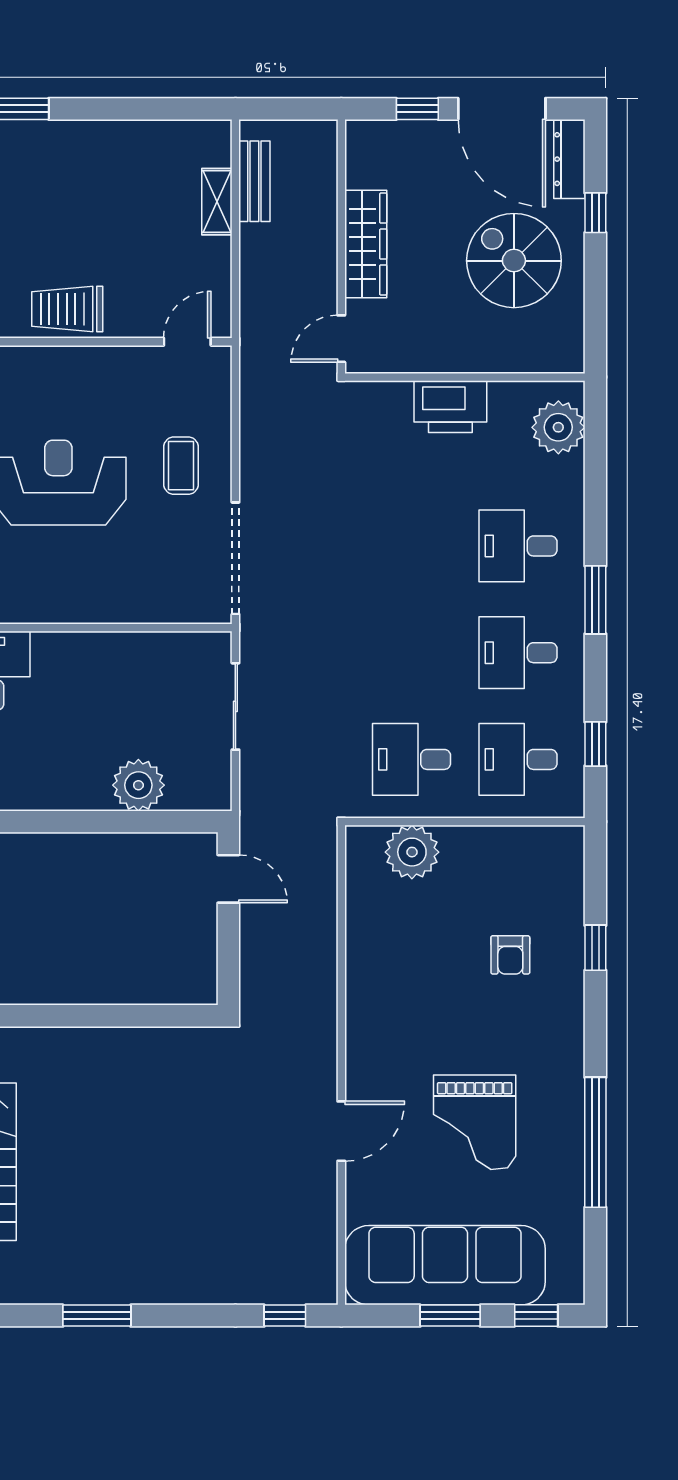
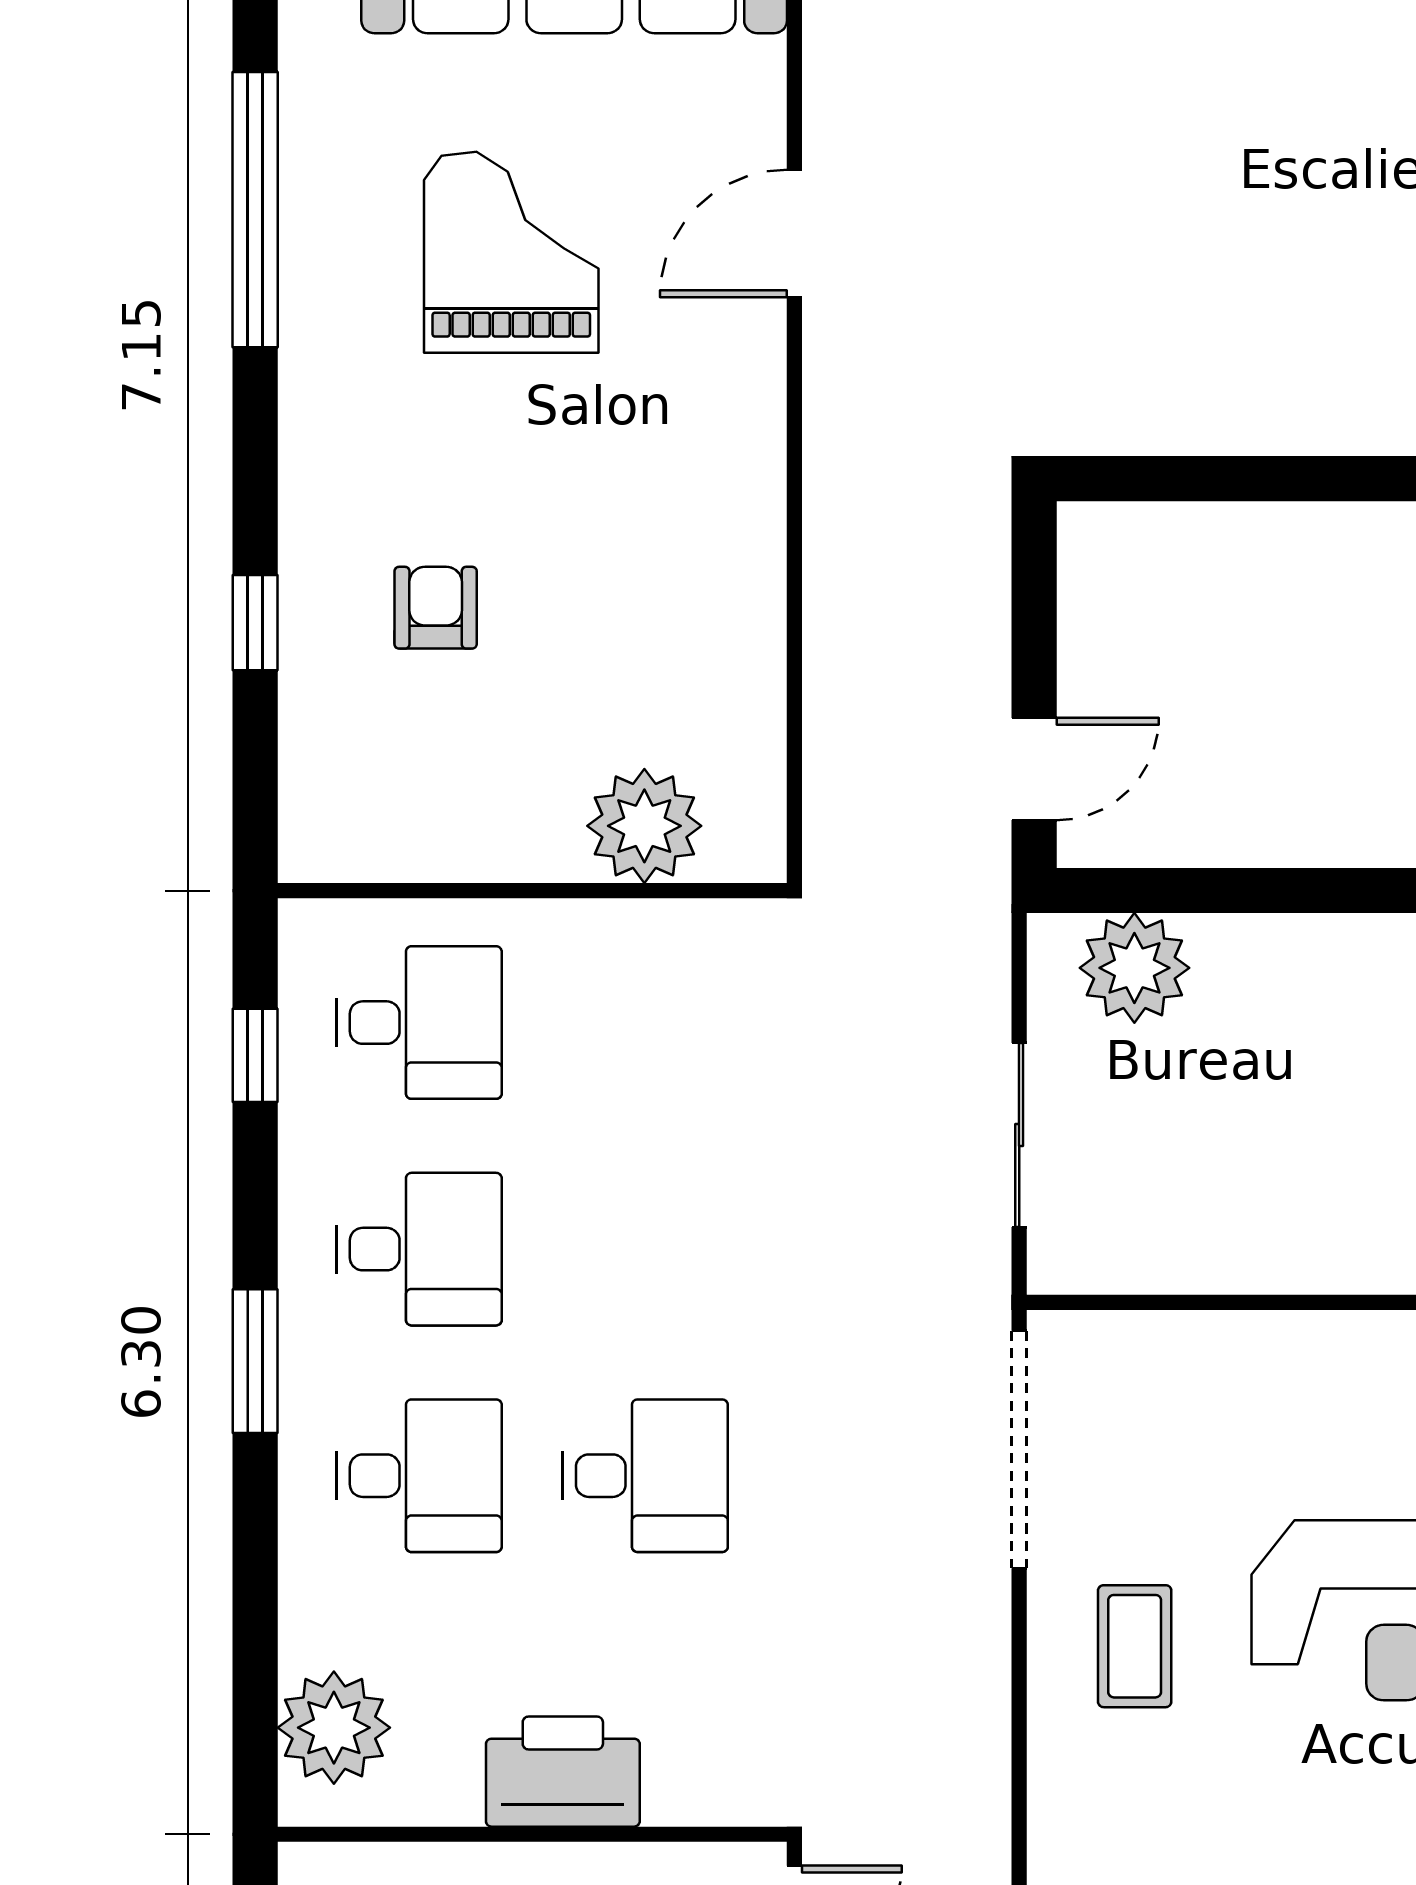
desk: (412, 759) -> (645, 1476), moved
plant: (138, 785) -> (1134, 968), moved
door: (228, 879) -> (1034, 769), swing flipped

